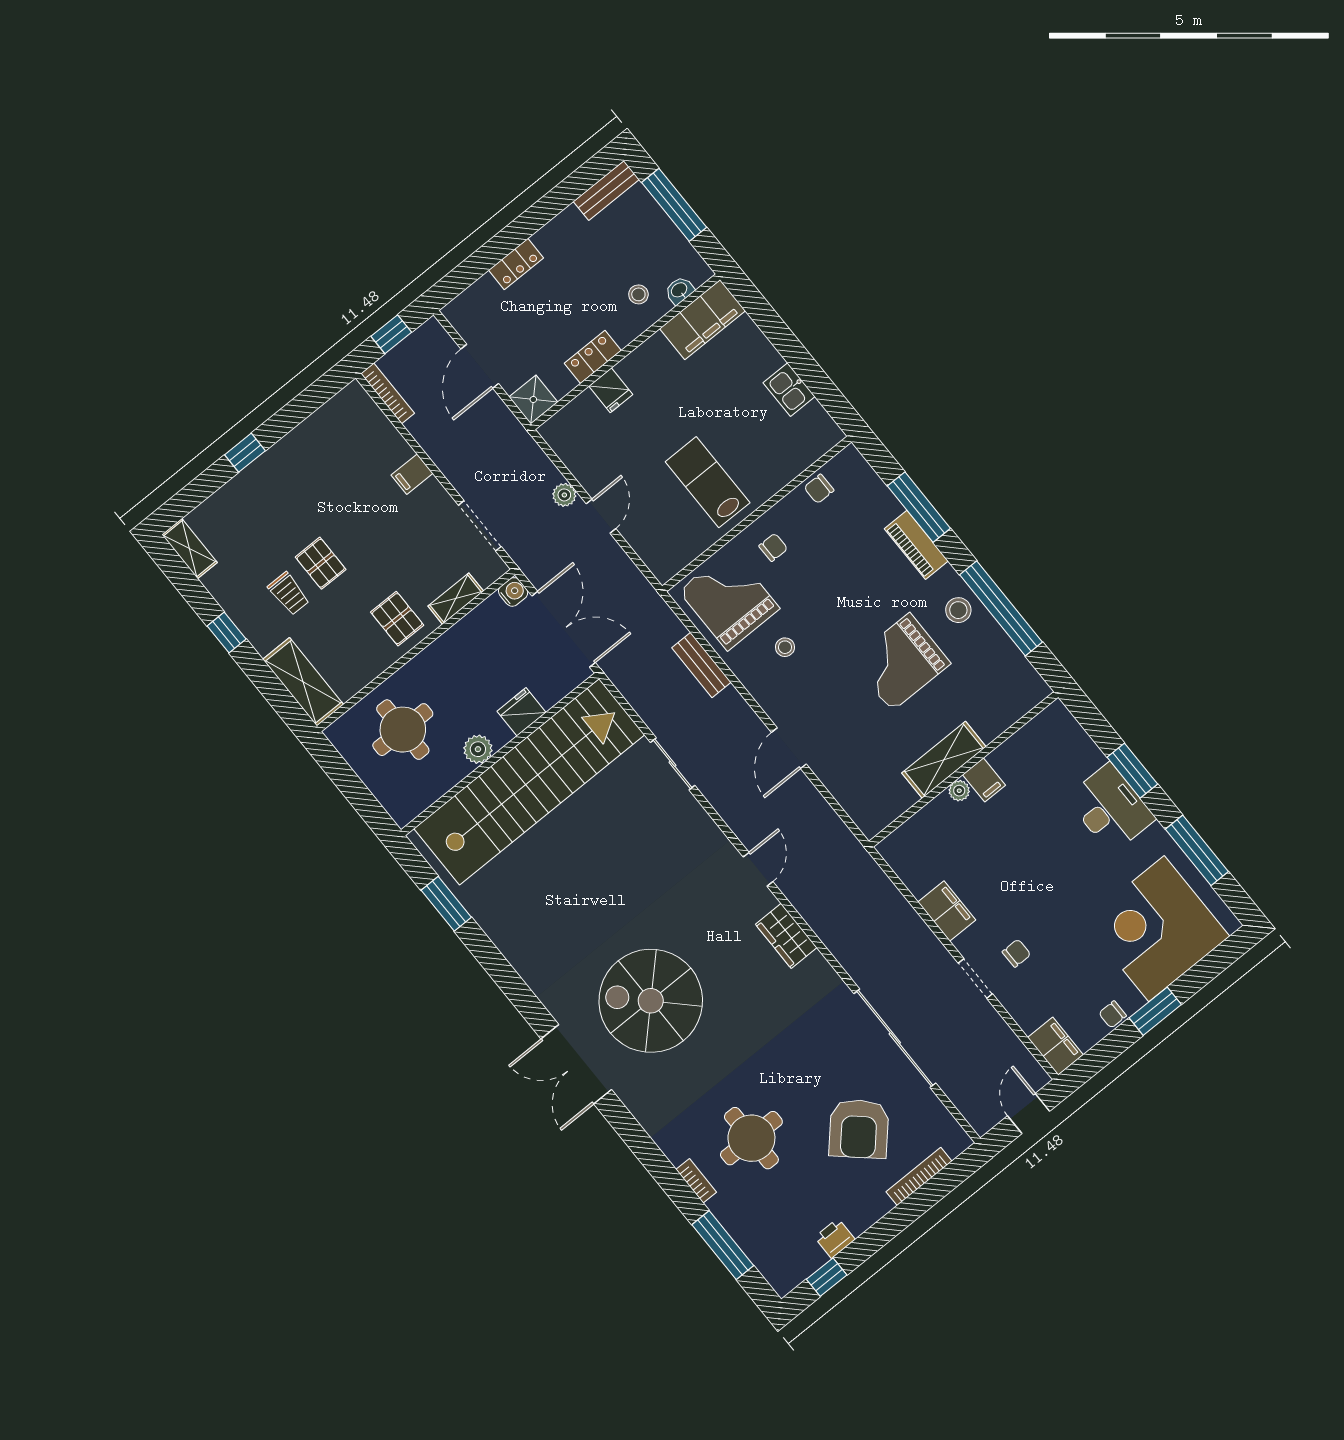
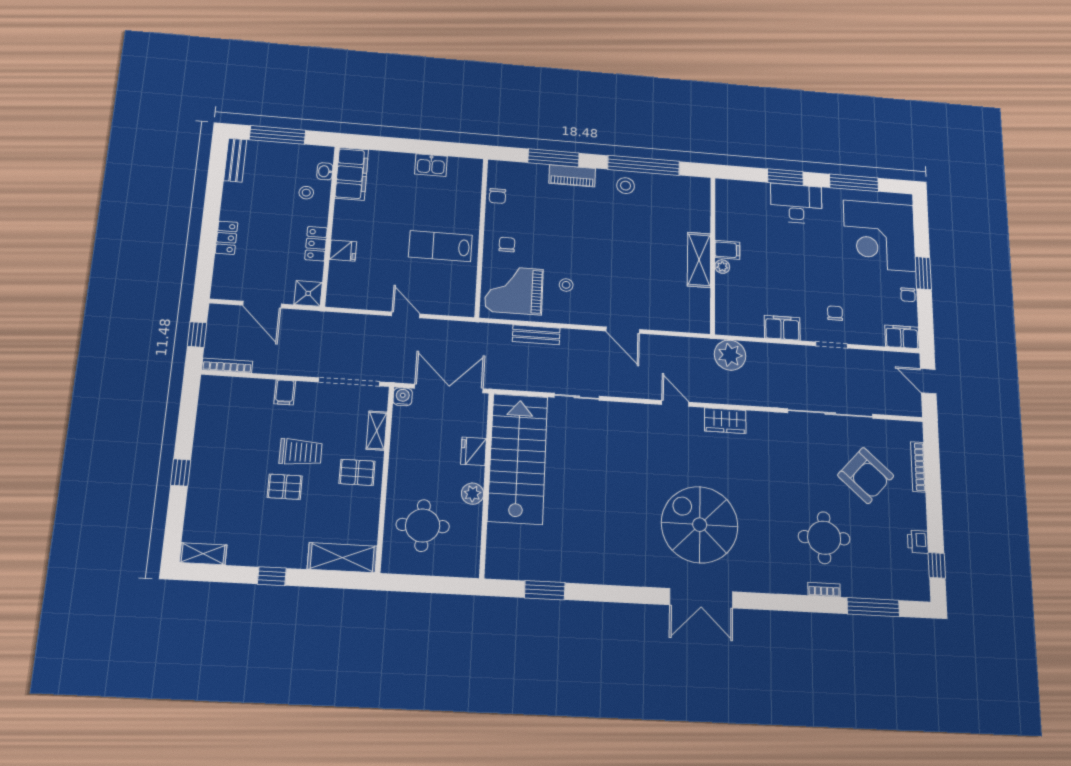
plant: (564, 495) -> (730, 355), moved, width x1.88, depth x1.88
doorway: (480, 526) -> (349, 382), width x1.36
trolley: (289, 594) -> (301, 452), moved, width x1.36, depth x1.39
grand piano: (901, 662) -> (627, 236), removed
stairs: (529, 782) -> (518, 458), width x0.73
spiral stairs: (651, 1001) -> (700, 525), turned 90

